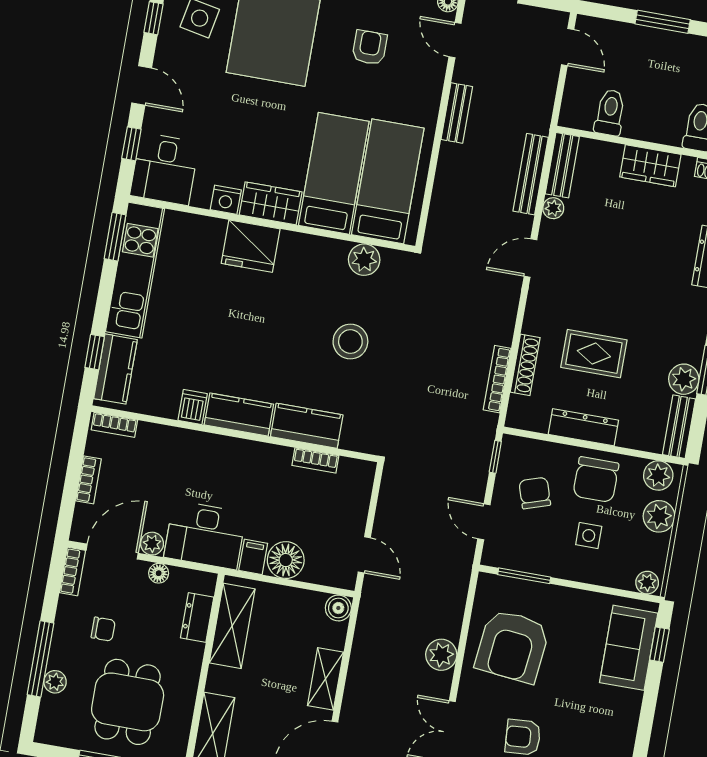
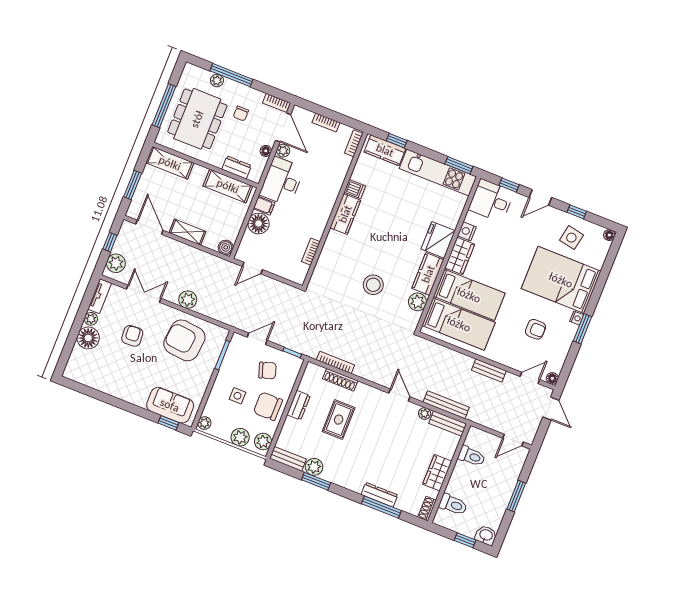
kitchen counter: (307, 426) -> (428, 274), moved, turned 180
dresser: (583, 427) -> (299, 405), width x0.70
dining table: (128, 702) -> (197, 119), width x1.38

